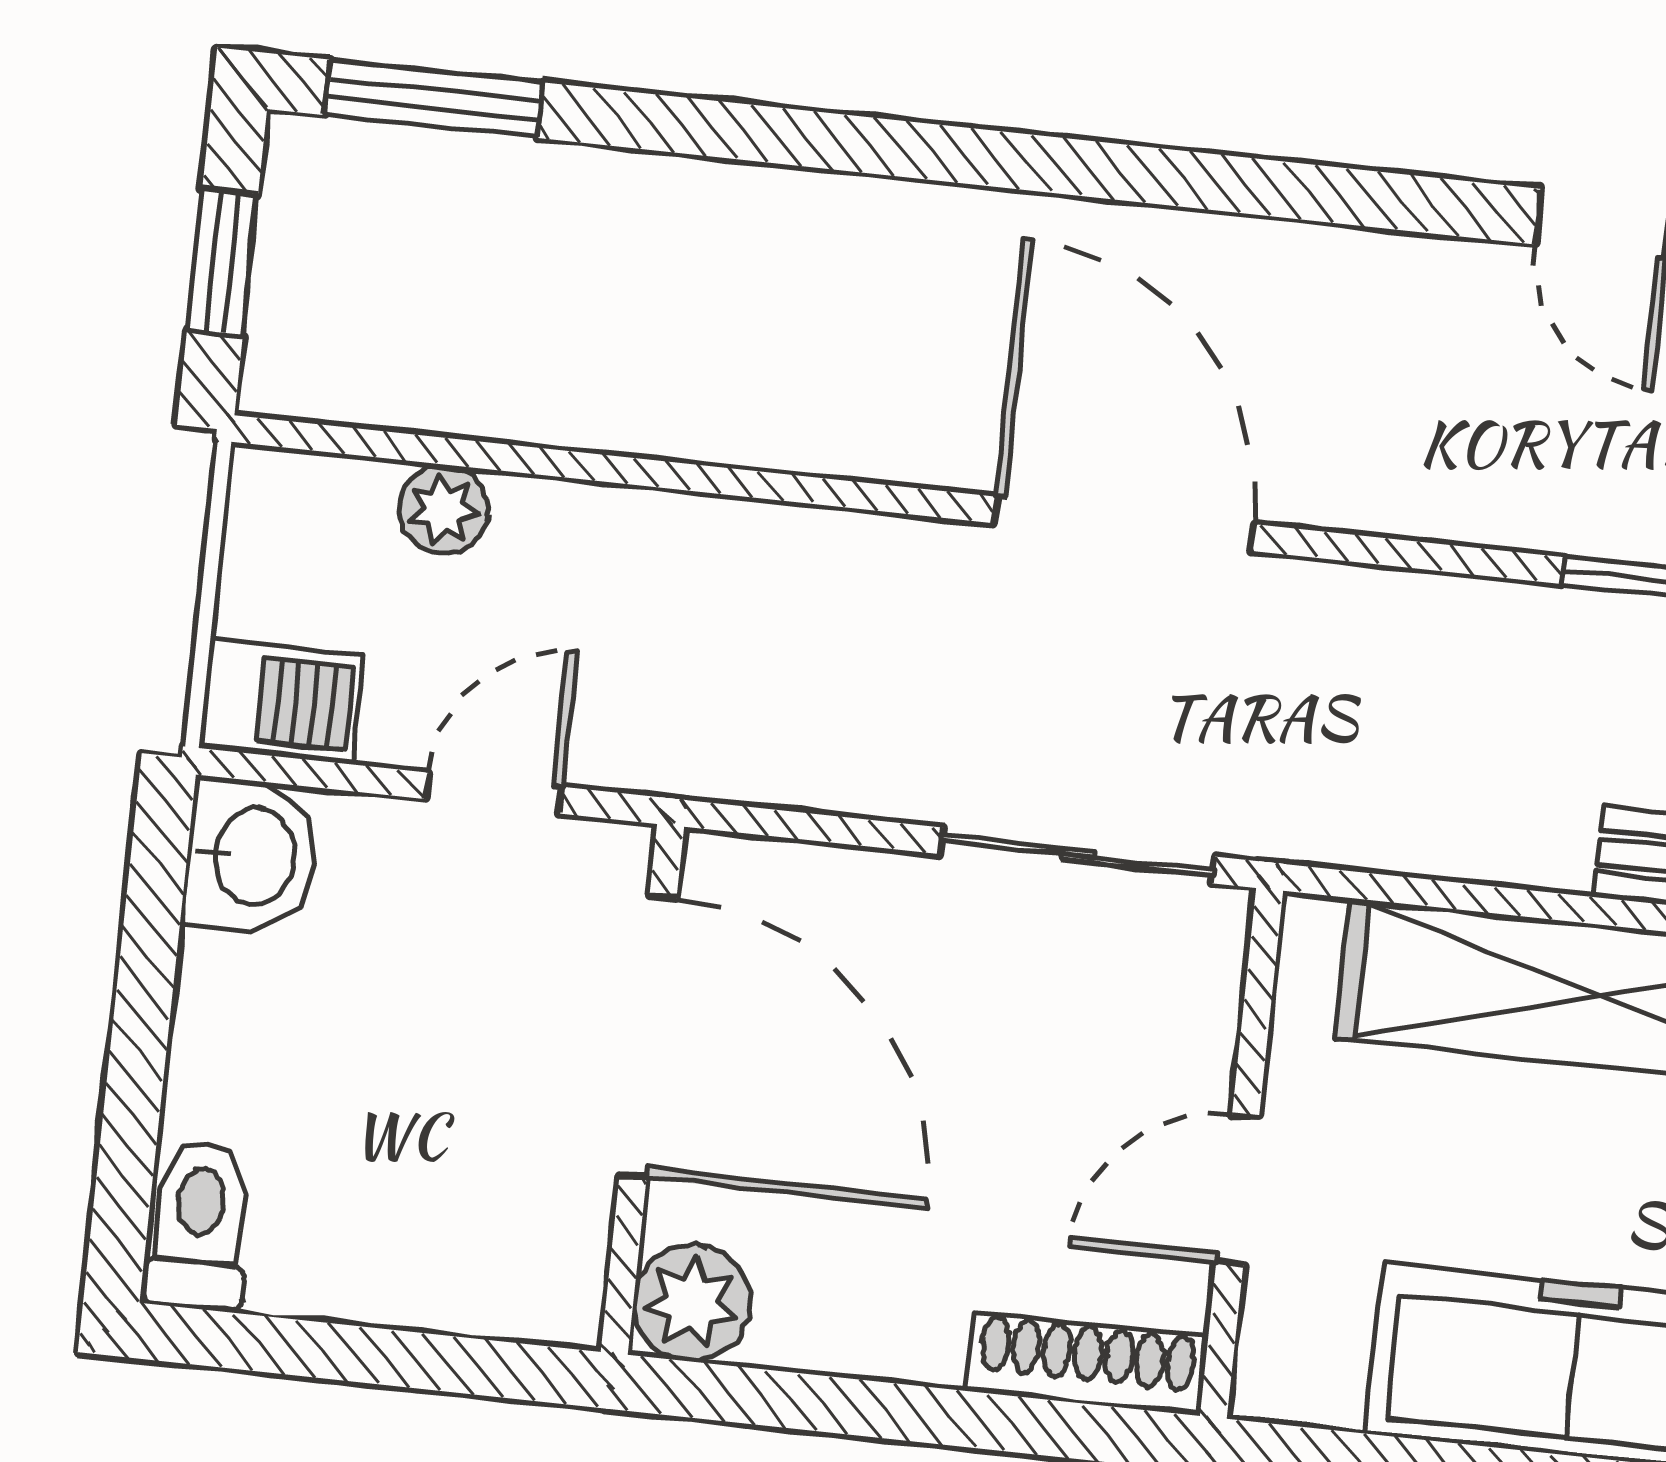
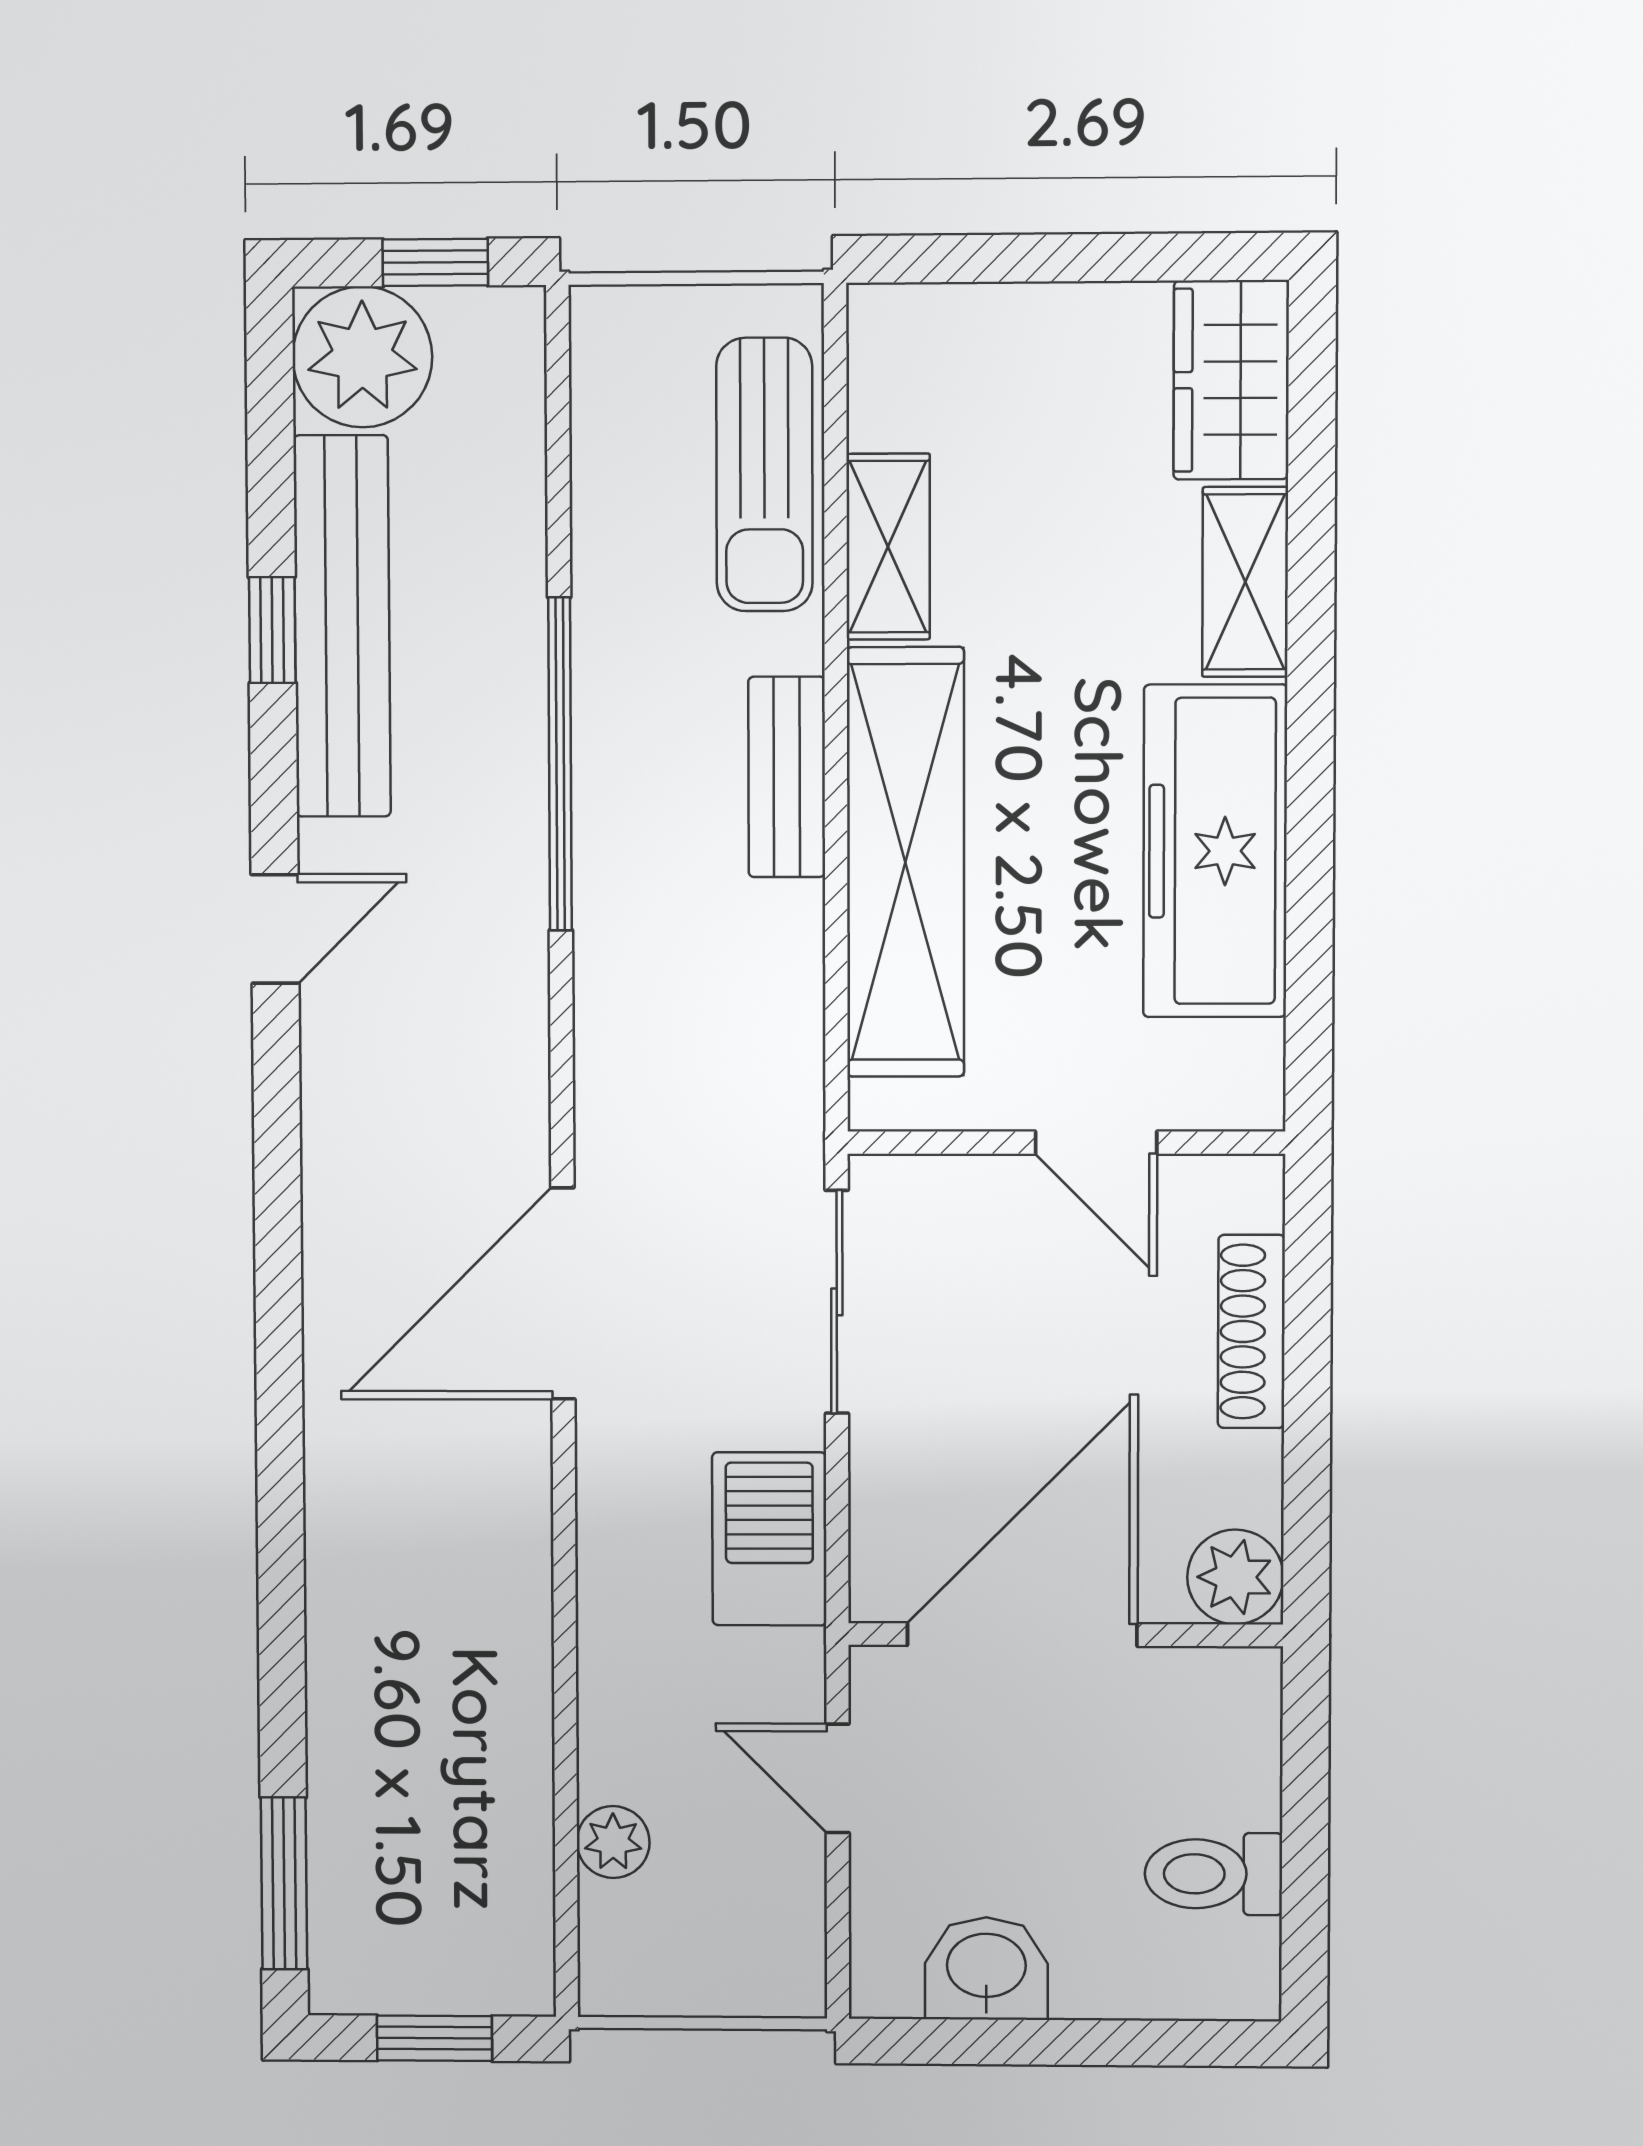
barbecue: (282, 701) -> (769, 1539), moved, width x1.38, depth x1.27
washbasin: (251, 856) -> (986, 1968), moved
toilet: (199, 1225) -> (1213, 1874), moved
shoe rack: (1087, 1364) -> (1251, 1332), moved

